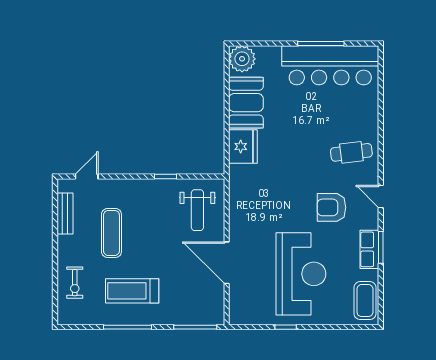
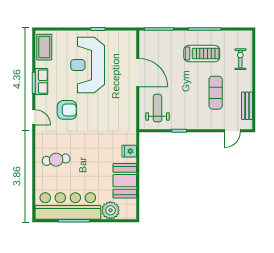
plant: (242, 59) -> (110, 210), moved
fridge: (243, 146) -> (129, 151), width x0.53, depth x0.75
cafe table: (351, 152) -> (56, 160), moved

